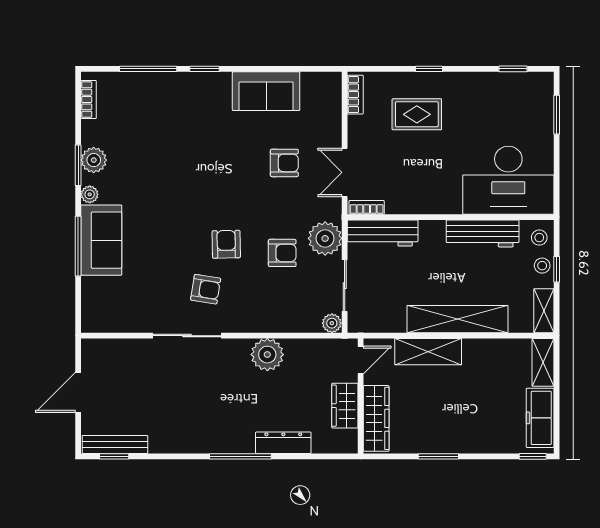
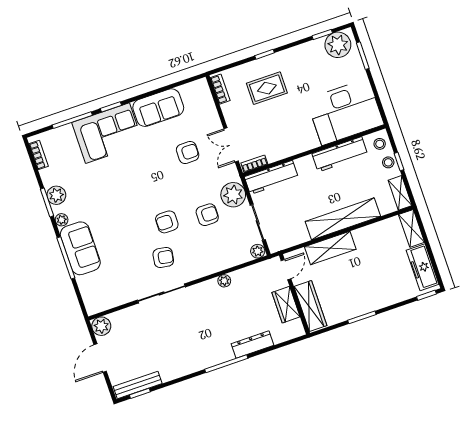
plant: (529, 89) -> (338, 45), added
corner sofa: (188, 102) -> (108, 133), added
armchair: (226, 244) -> (167, 222), turned -89
plant: (94, 351) -> (101, 326), added
plant: (267, 355) -> (224, 281), width x0.53, depth x0.53

